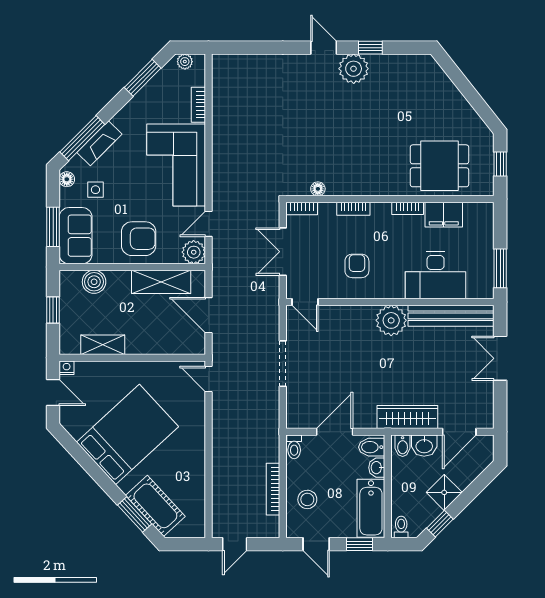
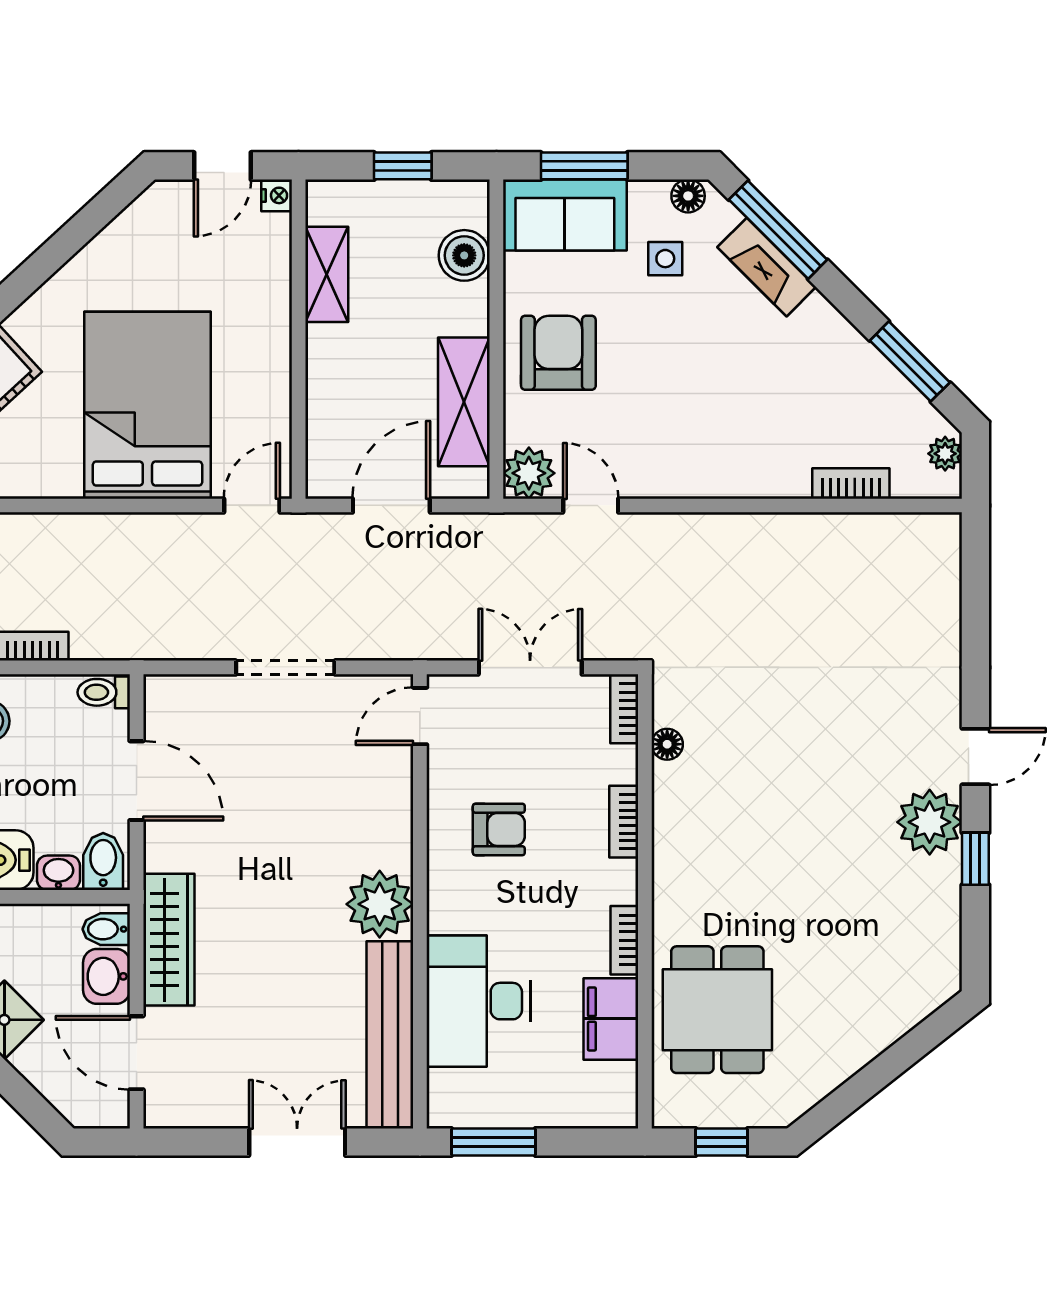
corner sofa: (176, 165) -> (719, 435), removed
armchair: (139, 239) -> (558, 353), turned 180
bed: (127, 434) -> (147, 405), moved, turned -137

